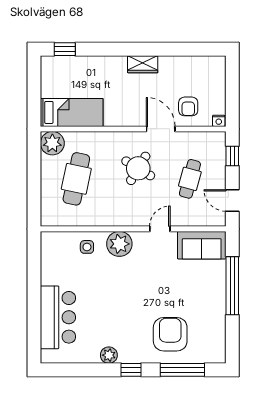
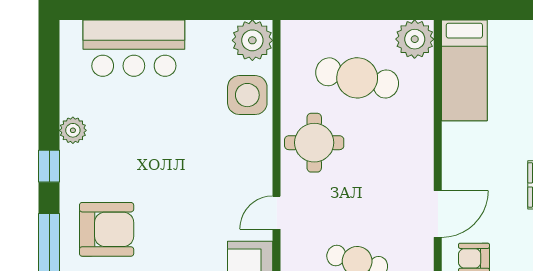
round table: (138, 168) -> (314, 143), moved, turned -31
door: (160, 229) -> (277, 213), swing flipped
plant: (119, 244) -> (252, 40), moved
side table: (87, 247) -> (247, 95), width x1.87, depth x1.87

